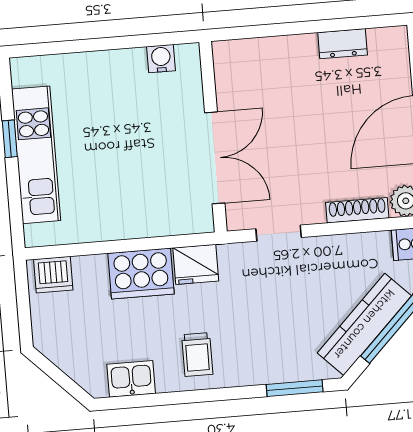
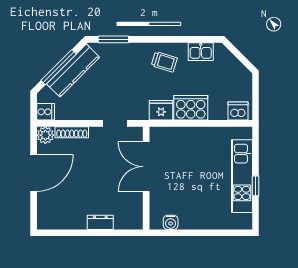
dresser: (343, 44) -> (100, 222), moved
trolley: (197, 355) -> (164, 62), turned 107

